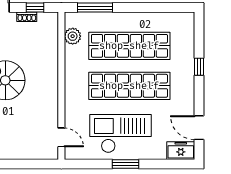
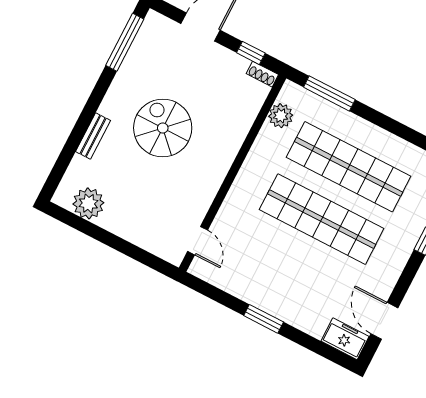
shoe rack: (27, 17) -> (262, 74), moved
checkout: (121, 134) -> (278, 276), removed

